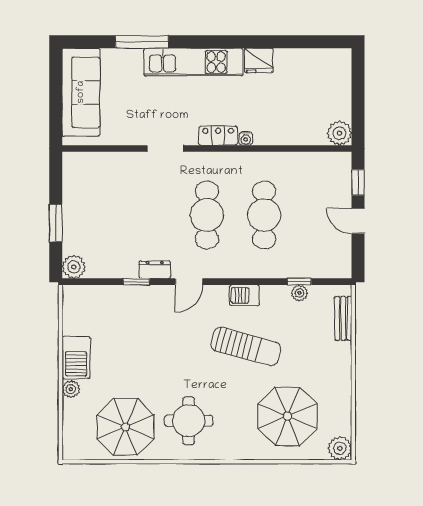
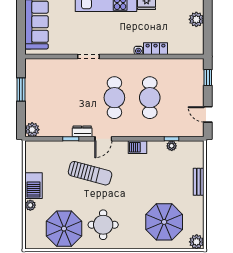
plant: (340, 133) -> (196, 19), moved
locker: (218, 136) -> (155, 49), moved
door: (358, 221) -> (208, 114), moved
window: (56, 223) -> (21, 89), moved
bench: (343, 318) -> (199, 182), moved
sun lounger: (246, 347) -> (90, 173), moved

